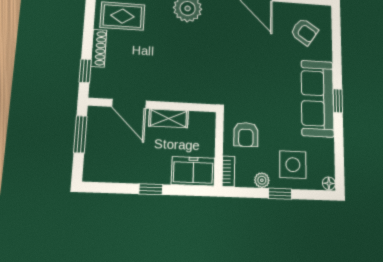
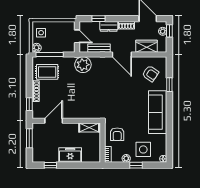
window: (338, 101) -> (169, 85), moved
door: (129, 104) -> (54, 121), swing flipped
shelving: (169, 118) -> (89, 128), moved
freezer: (193, 171) -> (70, 155), moved
window: (151, 189) -> (50, 165), moved

